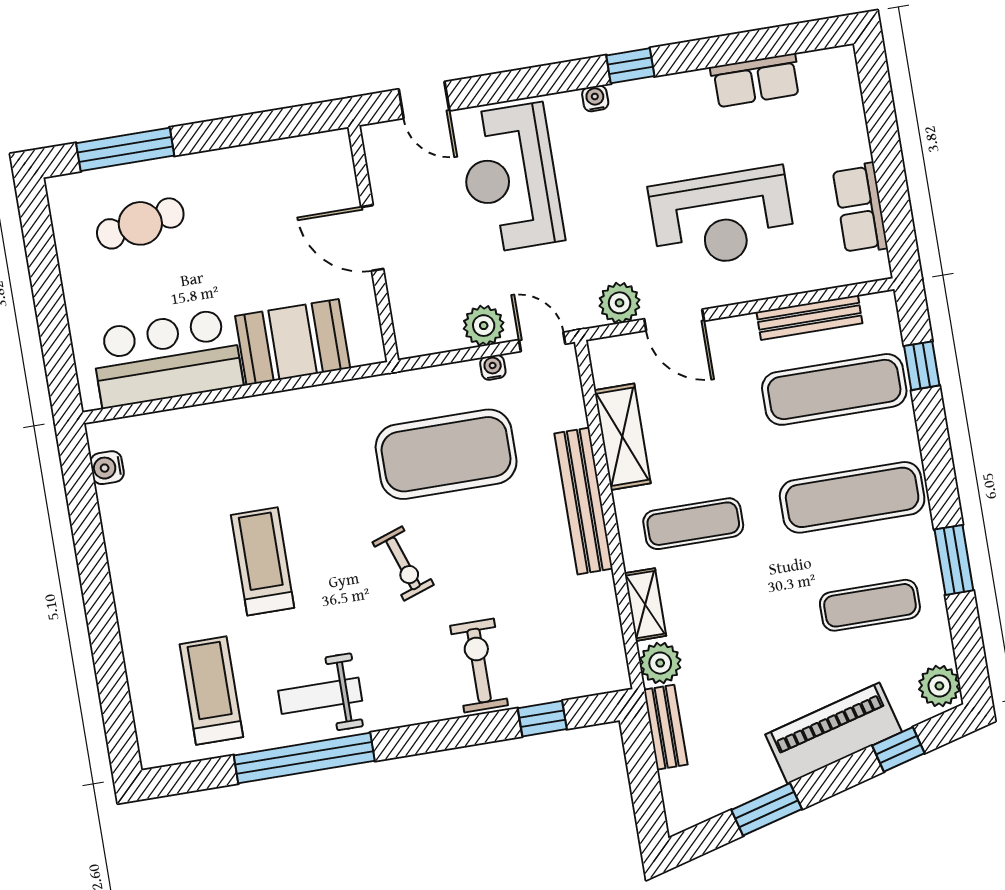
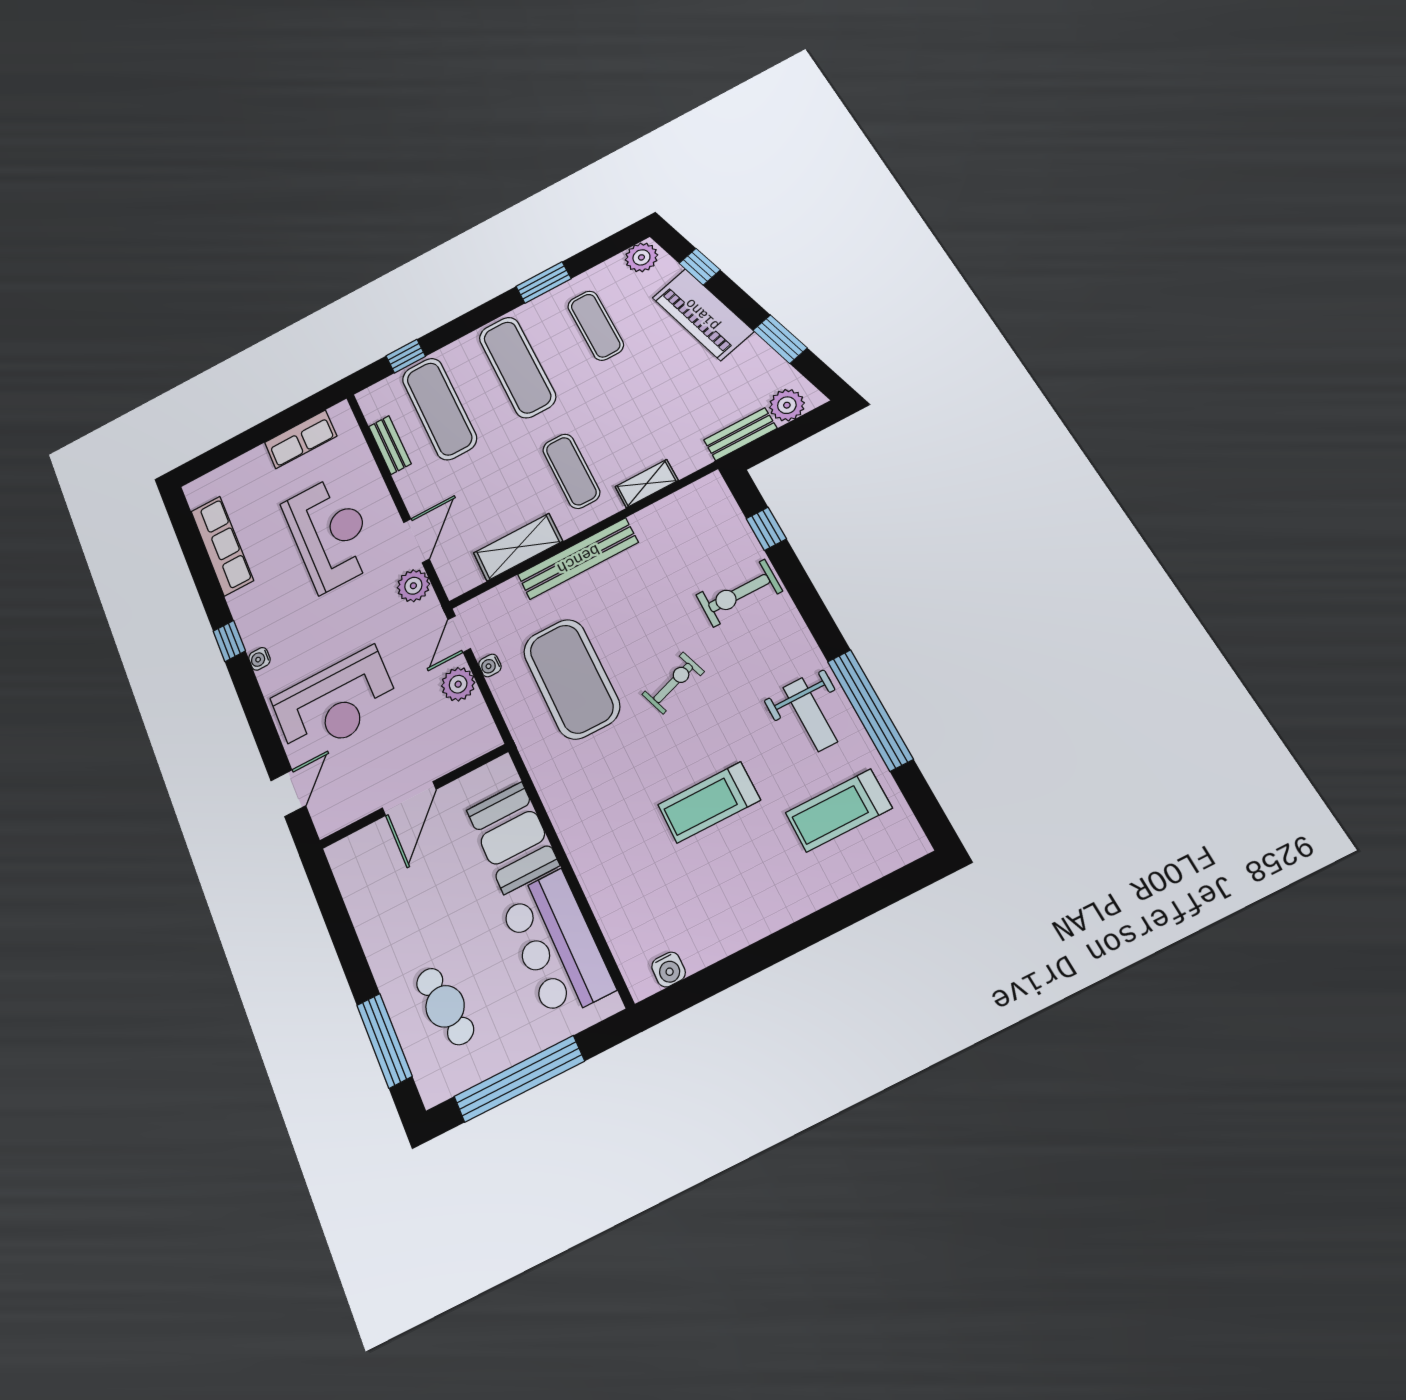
row of seats: (756, 80) -> (222, 546), width x1.48
window: (46, 283) -> (519, 1079), added
bench: (809, 318) -> (390, 445), width x0.73
plant: (660, 663) -> (787, 405), moved

